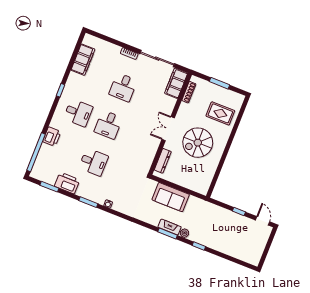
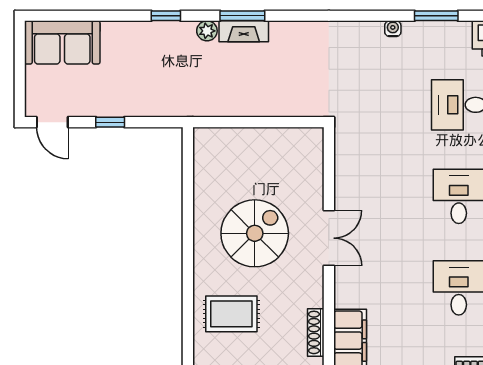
dresser: (163, 161) -> (313, 166), removed
sofa: (171, 197) -> (62, 42), moved, turned 180

